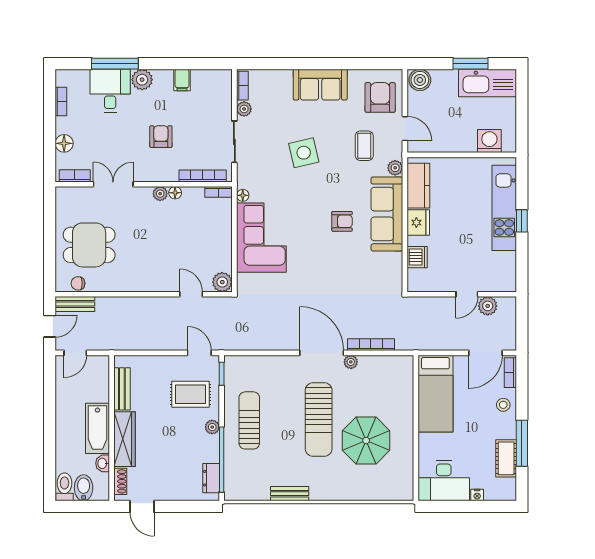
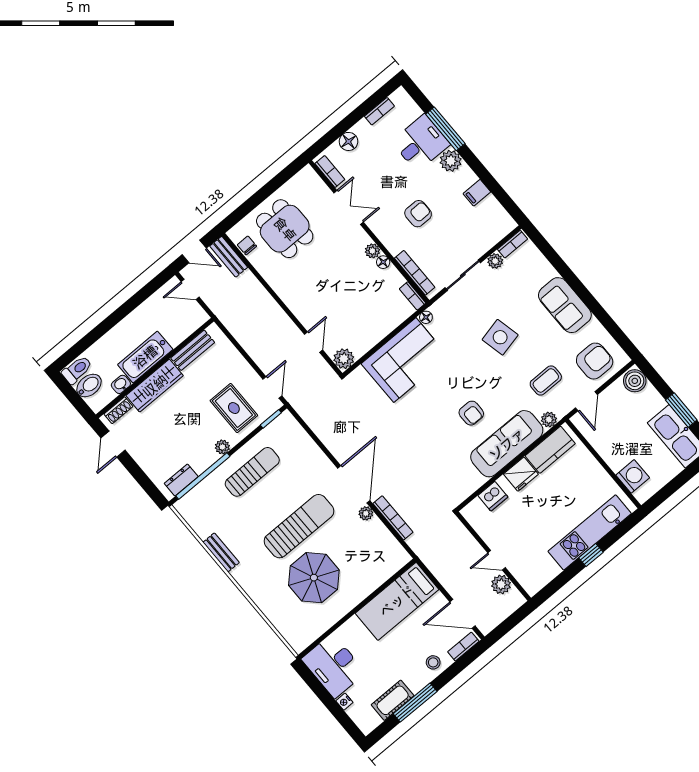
sun lounger: (319, 420) -> (299, 526), turned 180

